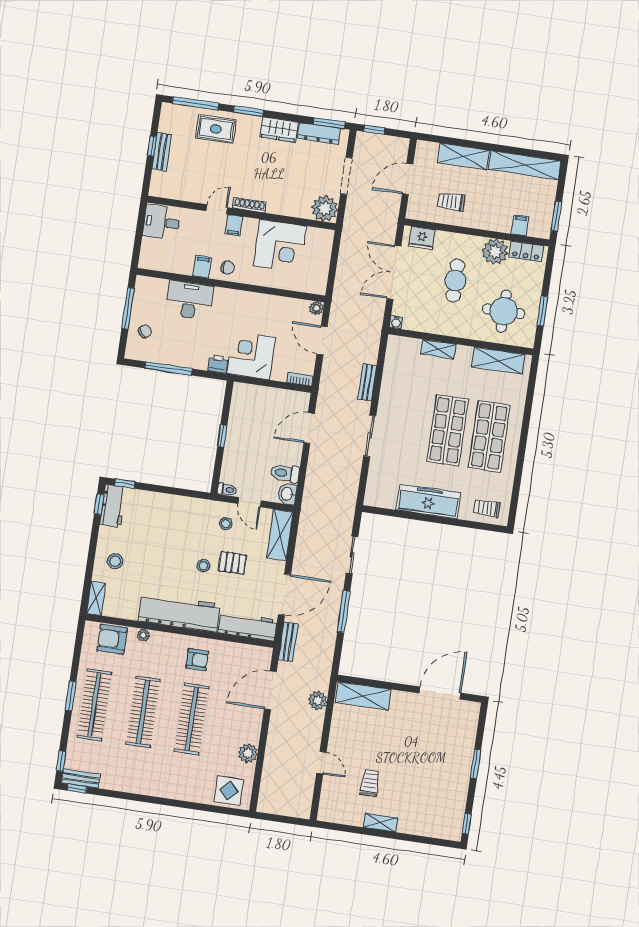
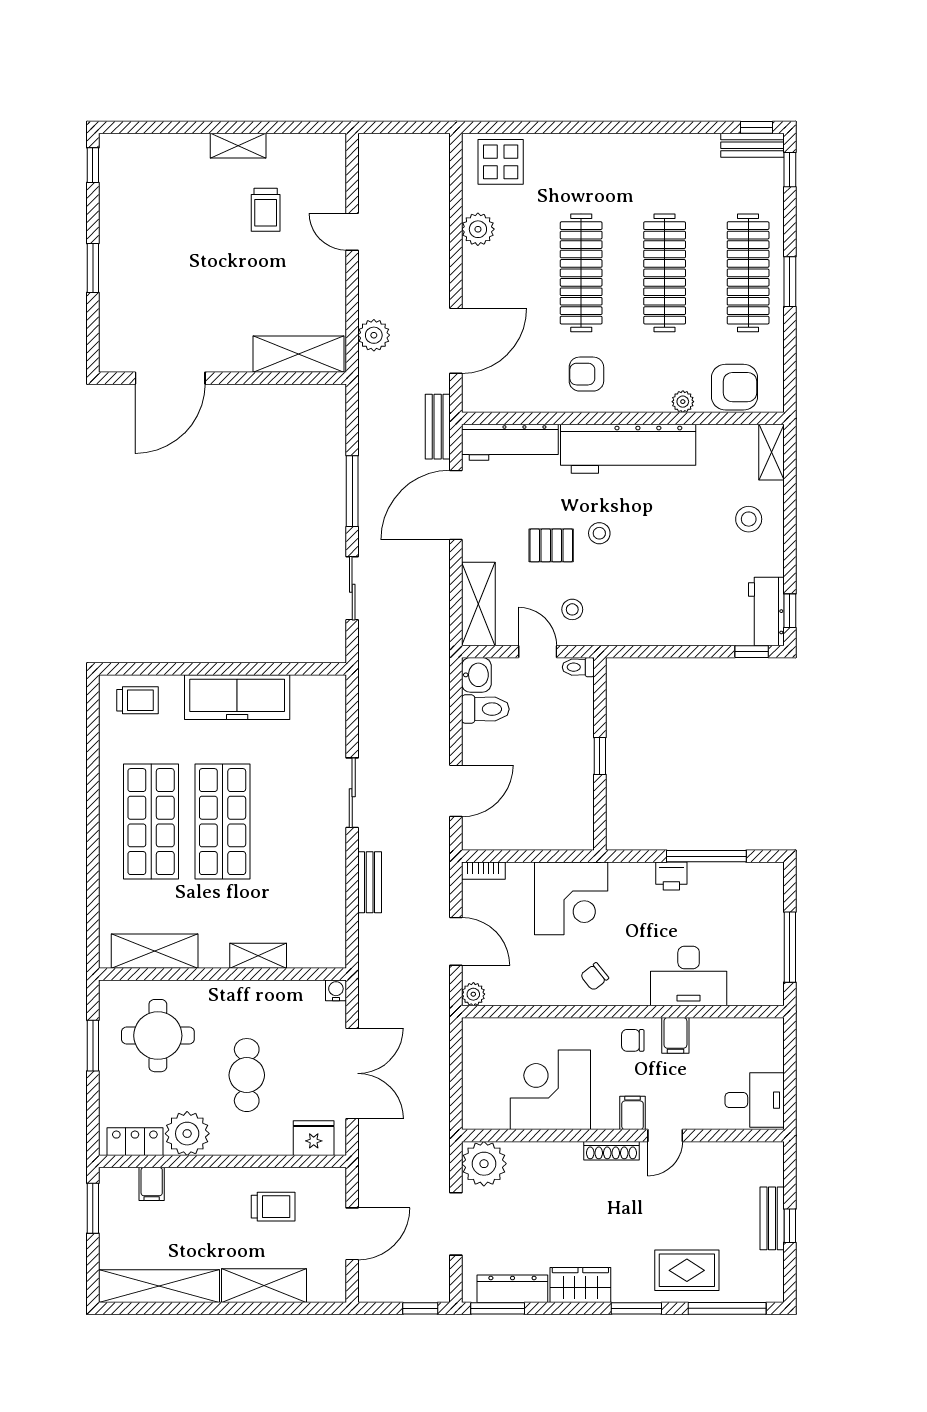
chair: (145, 331) -> (595, 977), moved
printer: (218, 364) -> (671, 876), moved

